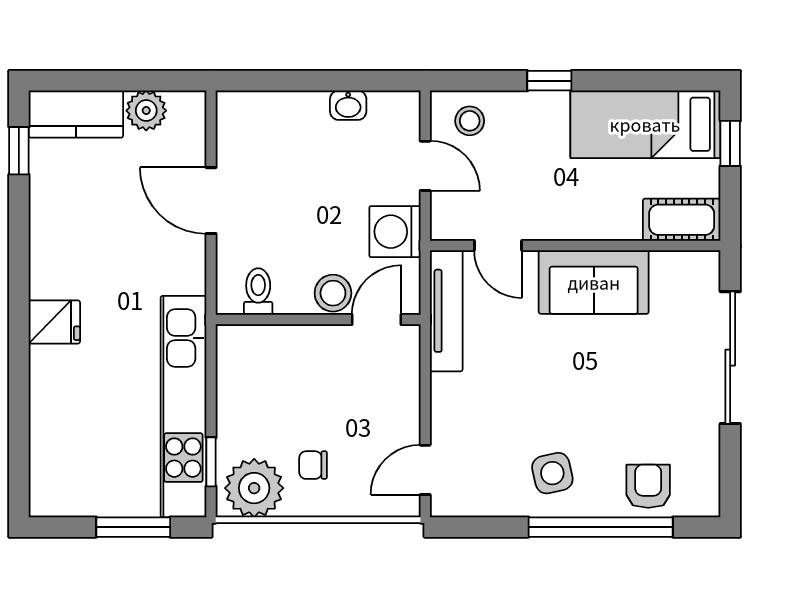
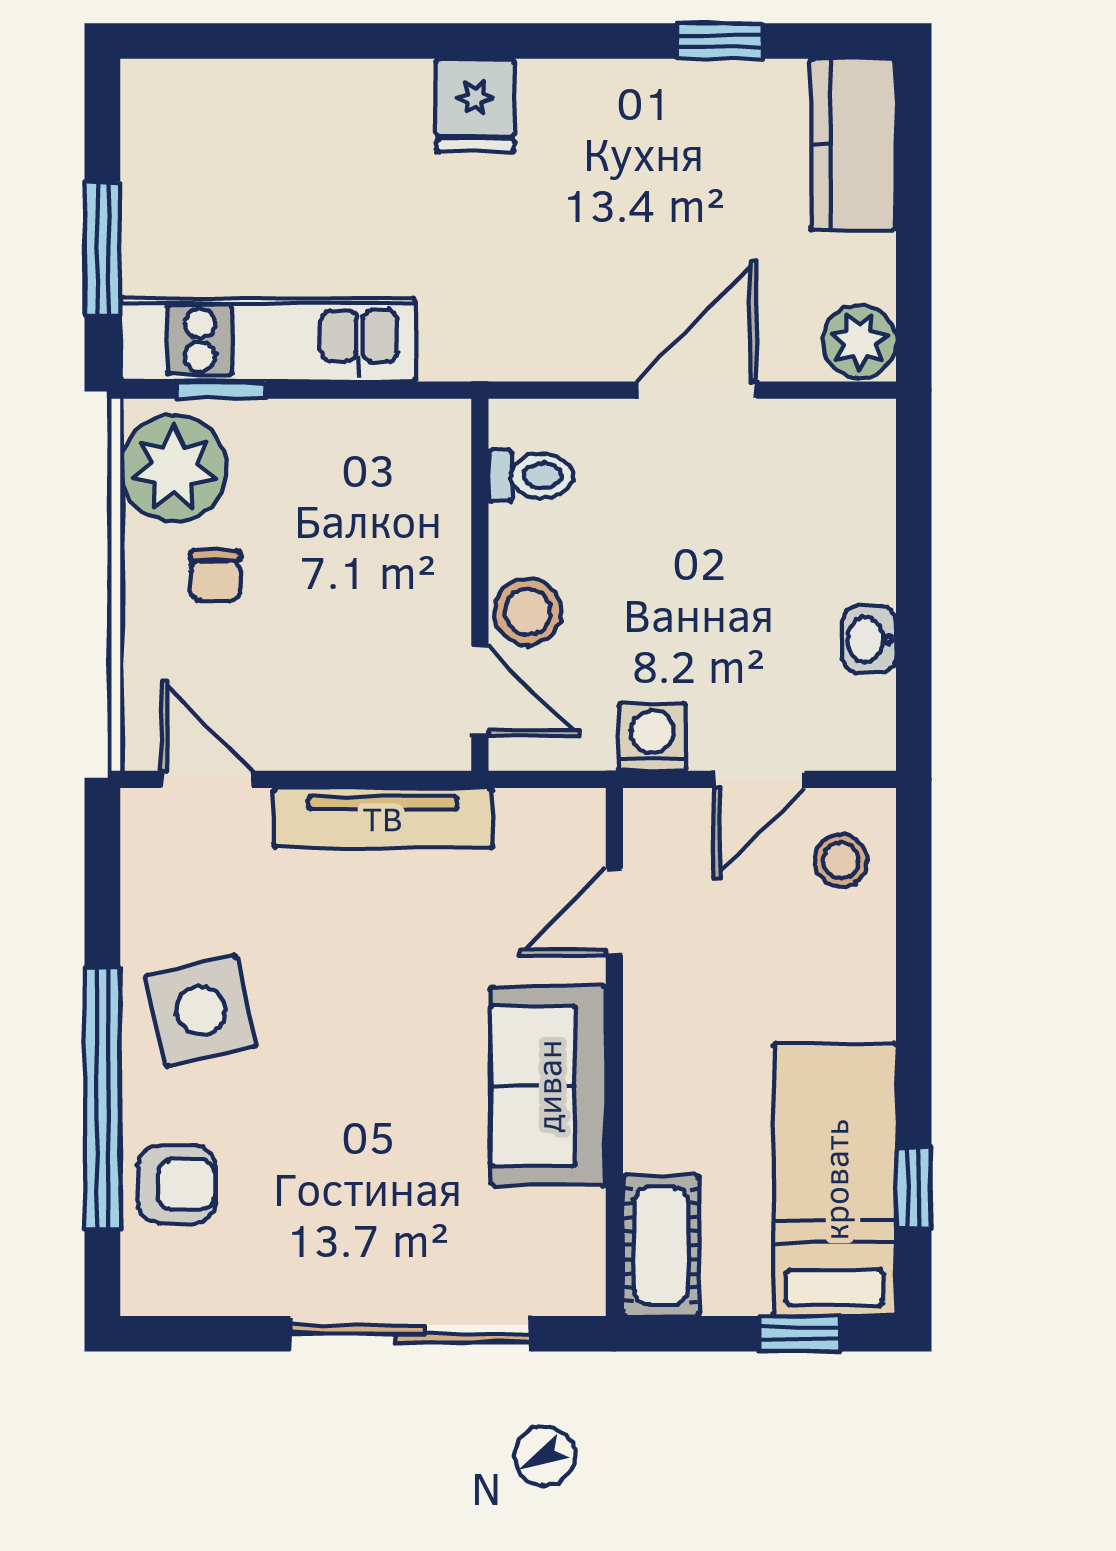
window: (549, 81) -> (914, 1187), moved
plant: (146, 111) -> (860, 342), moved
window: (19, 151) -> (719, 41), moved
washing machine: (395, 232) -> (652, 737), width x0.73, depth x0.73
tv unit: (446, 311) -> (383, 818), moved
kitchen unit: (183, 407) -> (268, 340), width x0.73
chair: (313, 465) -> (215, 576), turned 180
side table: (552, 473) -> (201, 1011), width x1.37, depth x1.37

